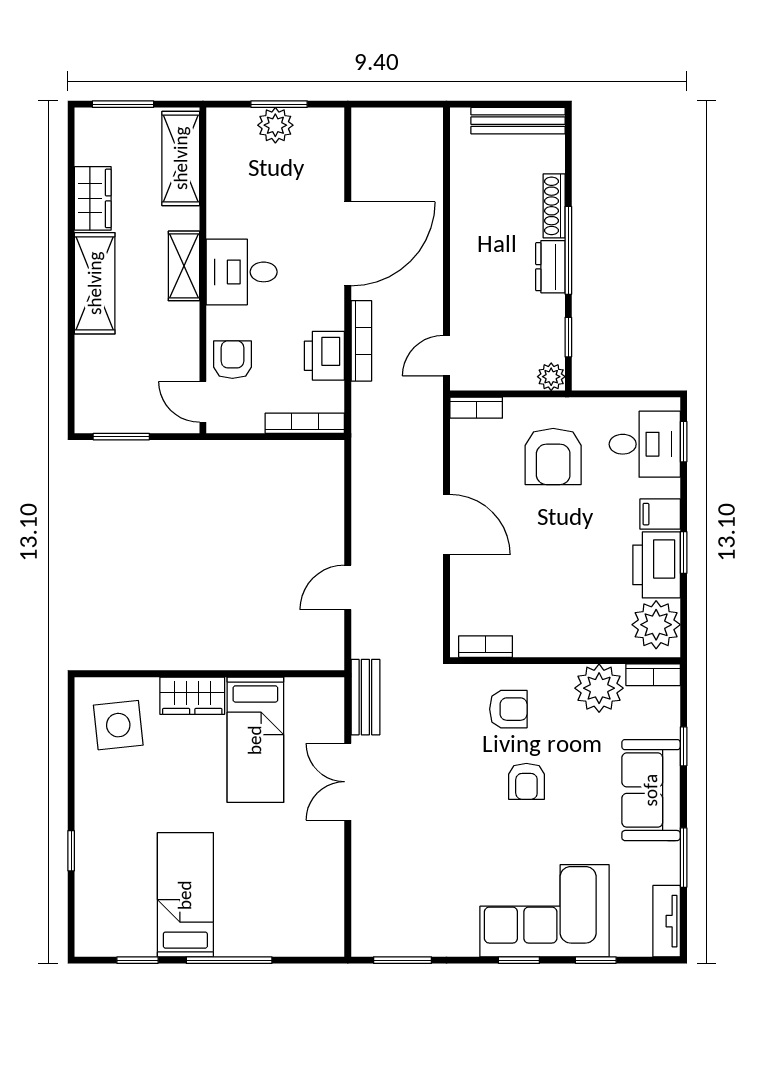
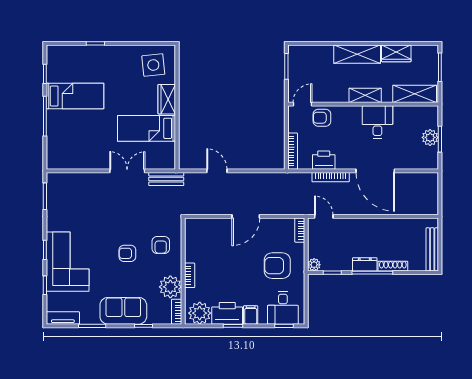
desk: (242, 272) -> (377, 122), moved
armchair: (232, 360) -> (322, 118), turned 180
bookcase: (486, 647) -> (190, 275), moved

